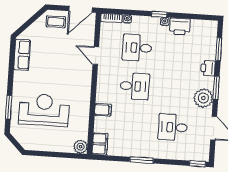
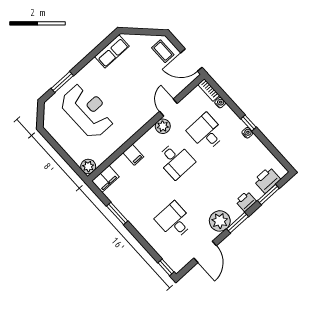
printer: (180, 27) -> (267, 180), moved, turned 90
plant: (104, 72) -> (163, 126), added
window: (142, 160) -> (117, 214), moved

